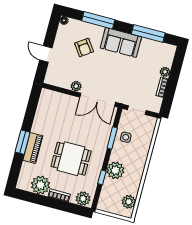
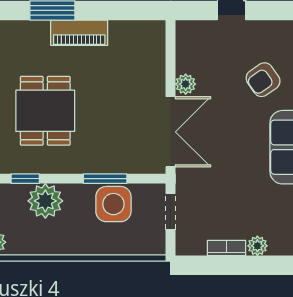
double door: (98, 100) -> (171, 132), swing flipped
side table: (126, 137) -> (113, 204), width x1.87, depth x1.87
piano: (33, 148) -> (79, 33), moved

